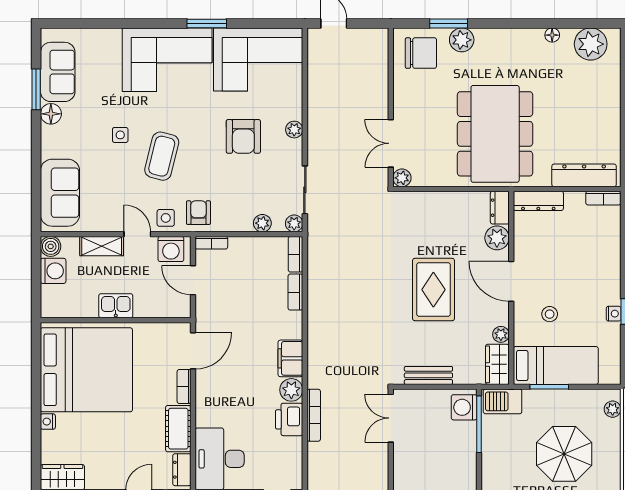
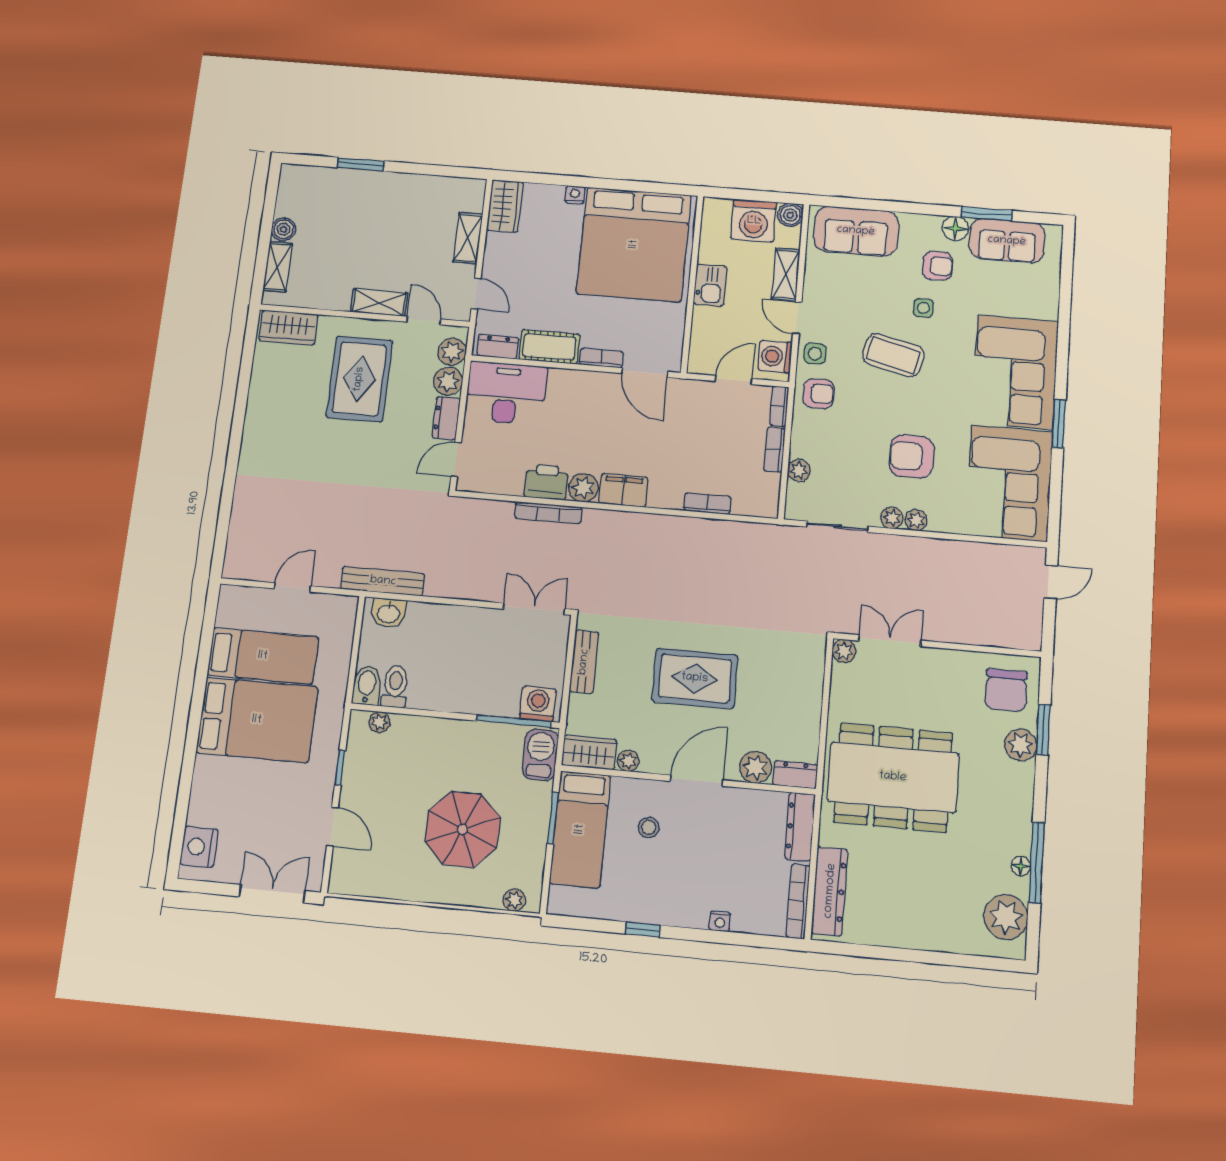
window: (548, 24) -> (1037, 862), added
armchair: (84, 126) -> (938, 266), added
bookcase: (603, 198) -> (798, 901), width x1.56
plant: (294, 223) -> (892, 518), moved
door: (137, 234) -> (797, 318), swing flipped
bookcase: (296, 254) -> (775, 450), moved, turned -90
washing machine: (53, 271) -> (754, 221), width x1.37, depth x1.37
nightstand: (614, 314) -> (720, 921), moved

